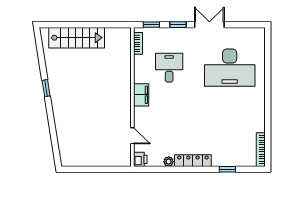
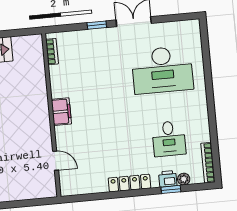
window: (151, 25) -> (66, 28), removed
desk: (169, 68) -> (169, 139), moved, turned 180
printer: (140, 159) -> (168, 179), moved, turned -90
plant: (169, 162) -> (184, 179), moved

